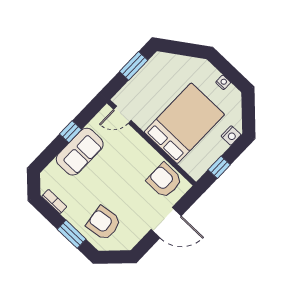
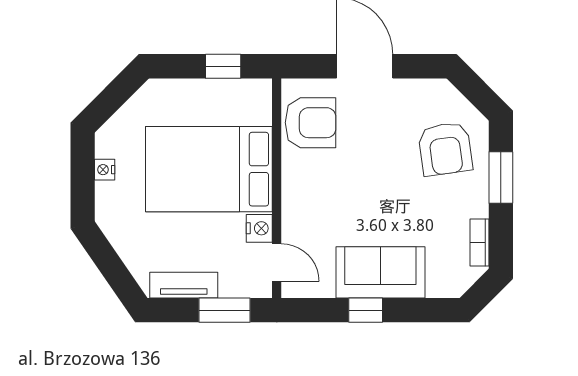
window: (134, 66) -> (225, 310), moved
tv unit: (148, 70) -> (184, 285), added
nightstand: (231, 135) -> (259, 228), moved, turned 90
armchair: (164, 180) -> (310, 123), turned -90

